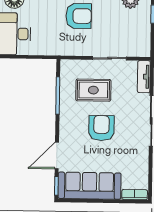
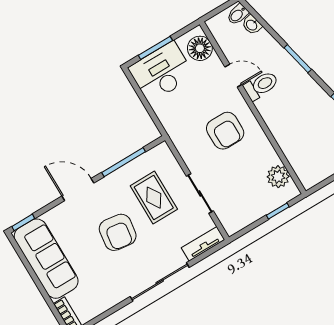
armchair: (101, 128) -> (118, 232), turned 98
door: (57, 156) -> (78, 190), moved

